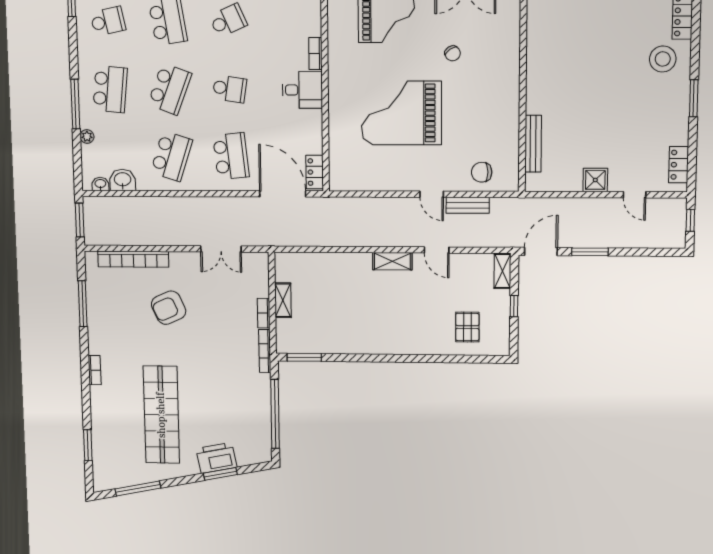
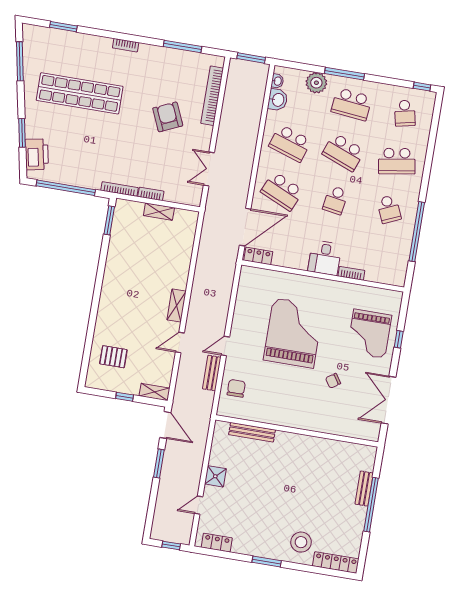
plant: (87, 136) -> (316, 83), width x1.88, depth x1.88
school desk: (231, 156) -> (282, 191), turned 30
printer: (216, 458) -> (37, 154), moved

